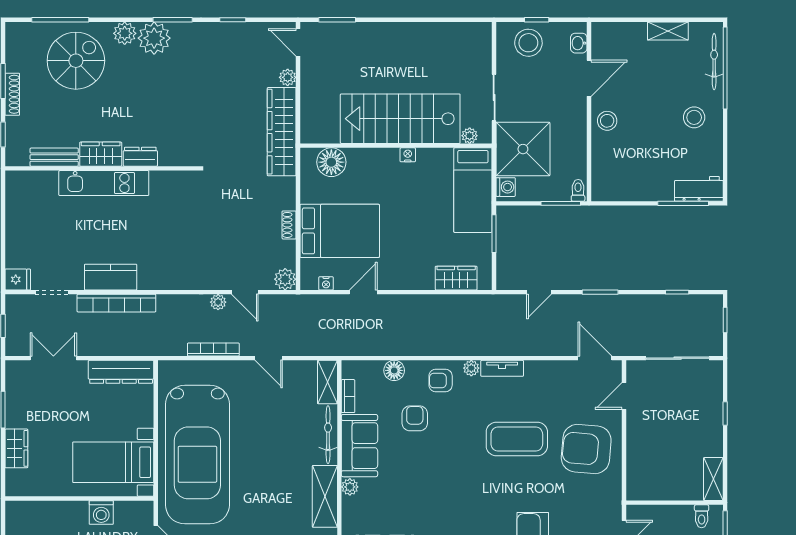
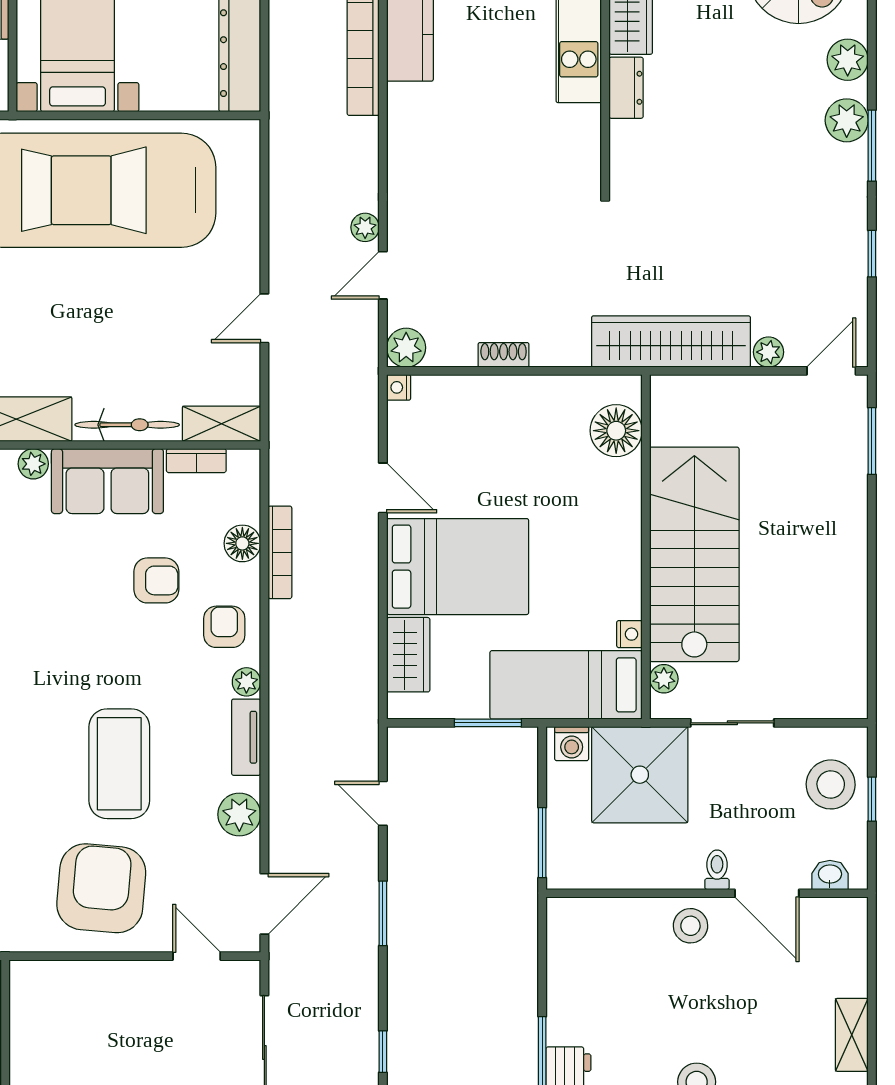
plant: (154, 38) -> (847, 120), width x0.73, depth x0.73
nightstand: (408, 155) -> (629, 634), moved
toilet: (578, 190) -> (717, 870), moved, turned -90
bed: (340, 231) -> (458, 567), moved, turned -90
nightstand: (326, 283) -> (399, 387), moved
bookcase: (213, 349) -> (280, 552), moved
plant: (545, 372) -> (239, 814), added

